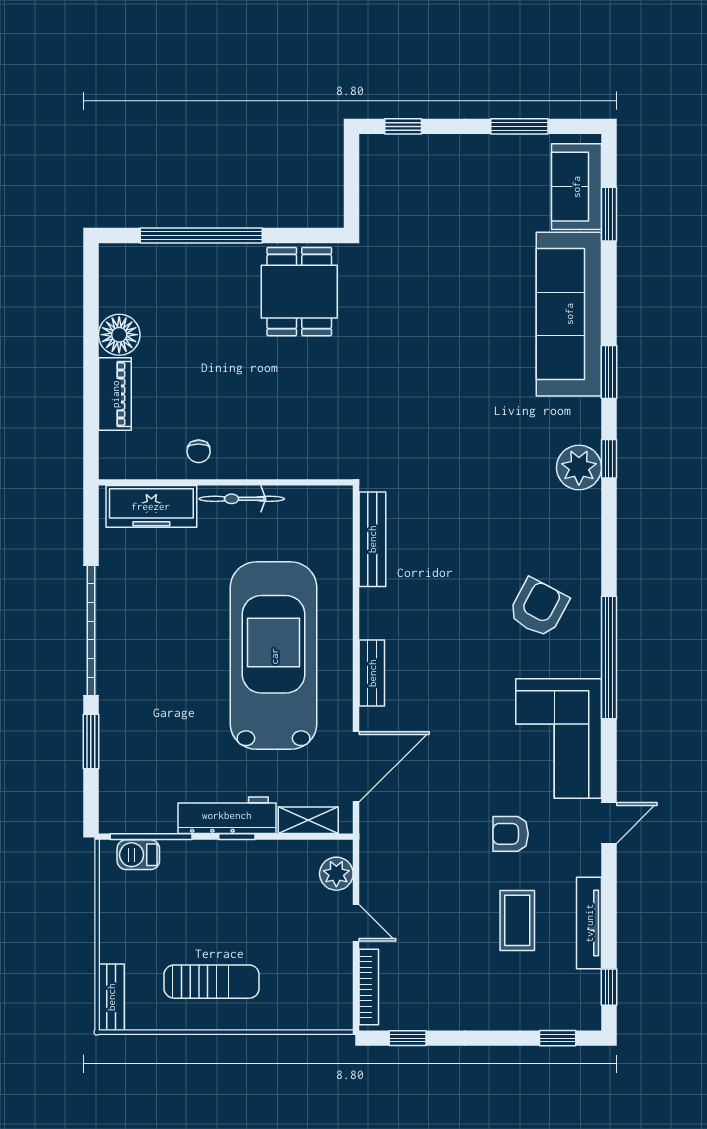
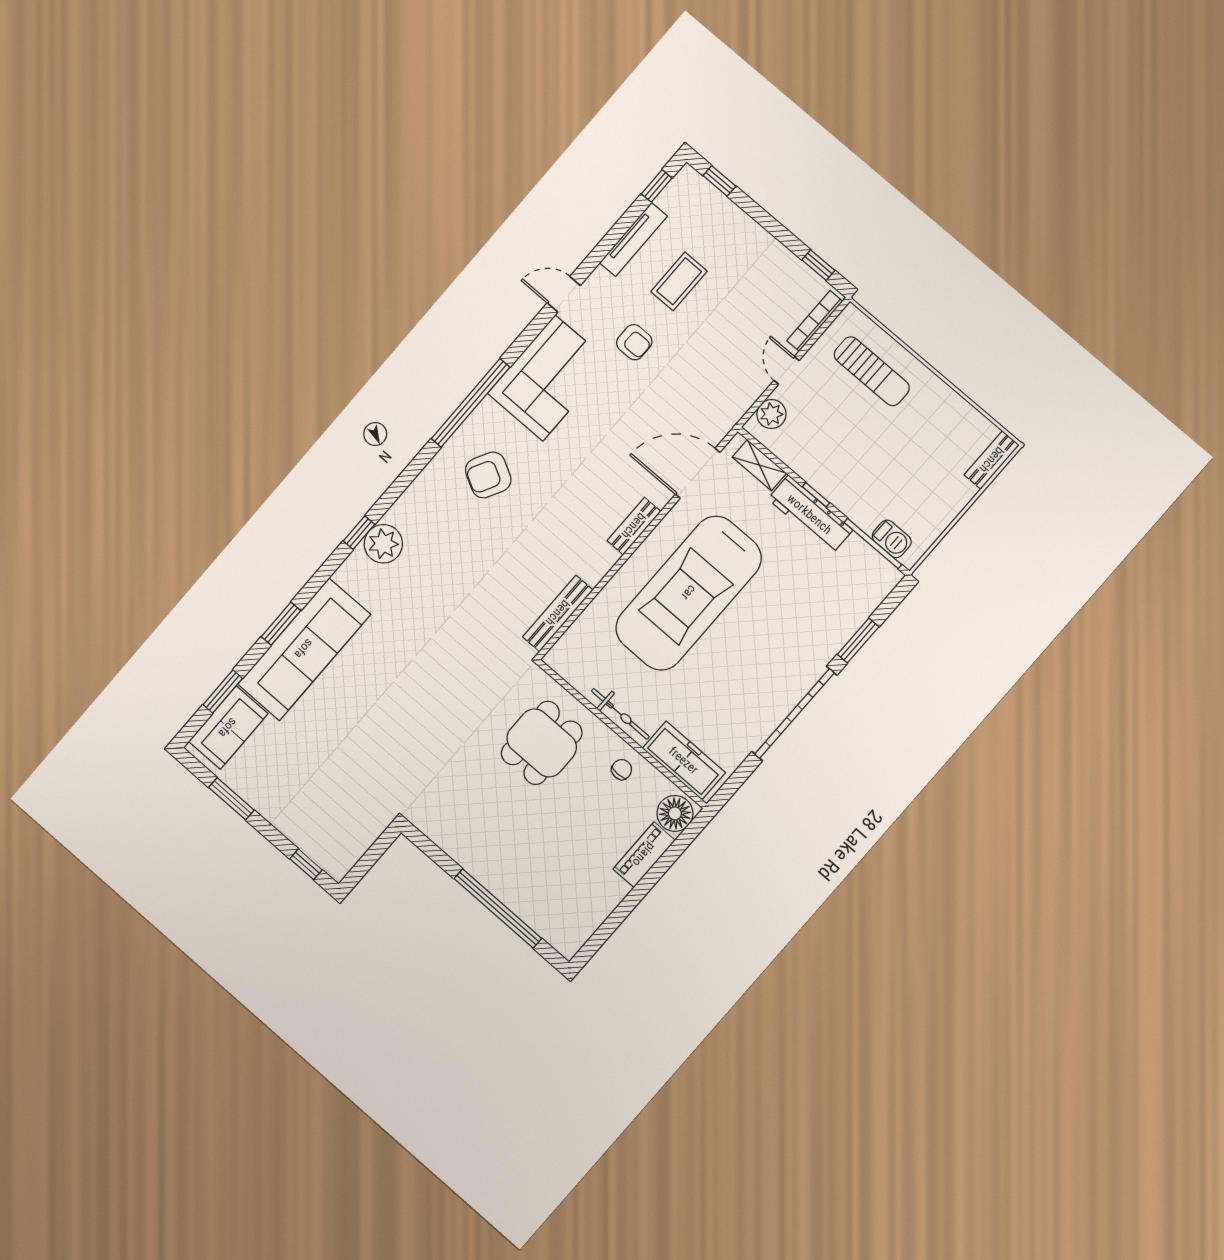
dining table: (299, 292) -> (542, 743), moved
floor lamp: (119, 335) -> (675, 813), moved
window: (609, 372) -> (281, 624), moved
sun lounger: (212, 982) -> (872, 371), moved, turned 180

